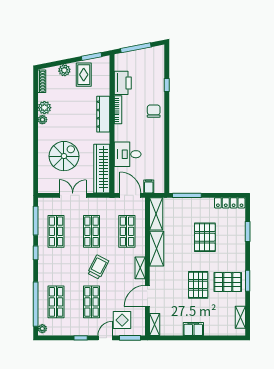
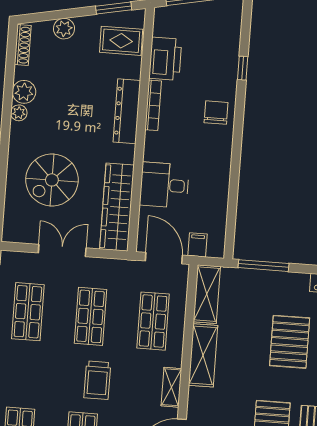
rug: (84, 75) -> (121, 41), moved, turned 90
spiral stairs: (64, 156) -> (52, 180), turned 180
trolley: (98, 267) -> (97, 380), turned 153

